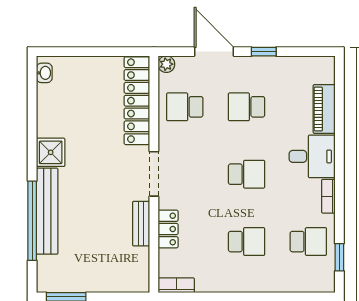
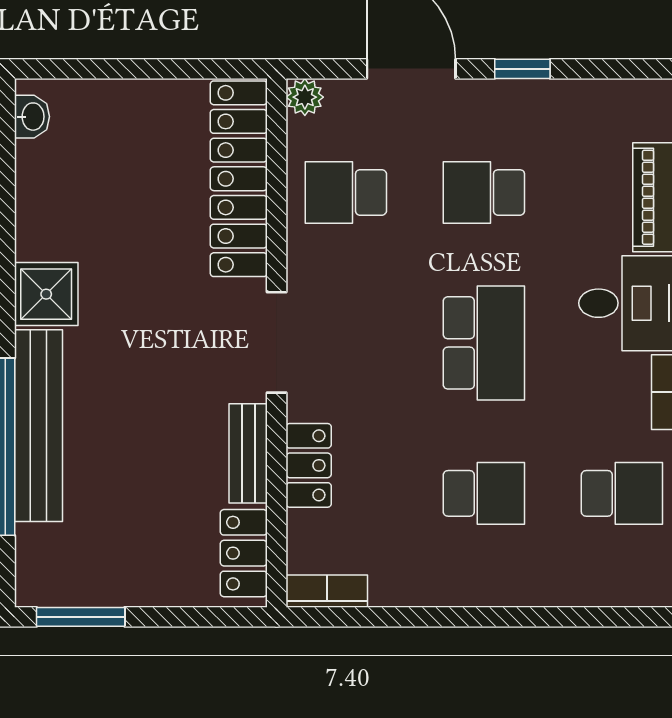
school desk: (247, 174) -> (484, 343), width x1.85
locker: (139, 268) -> (244, 553), added

